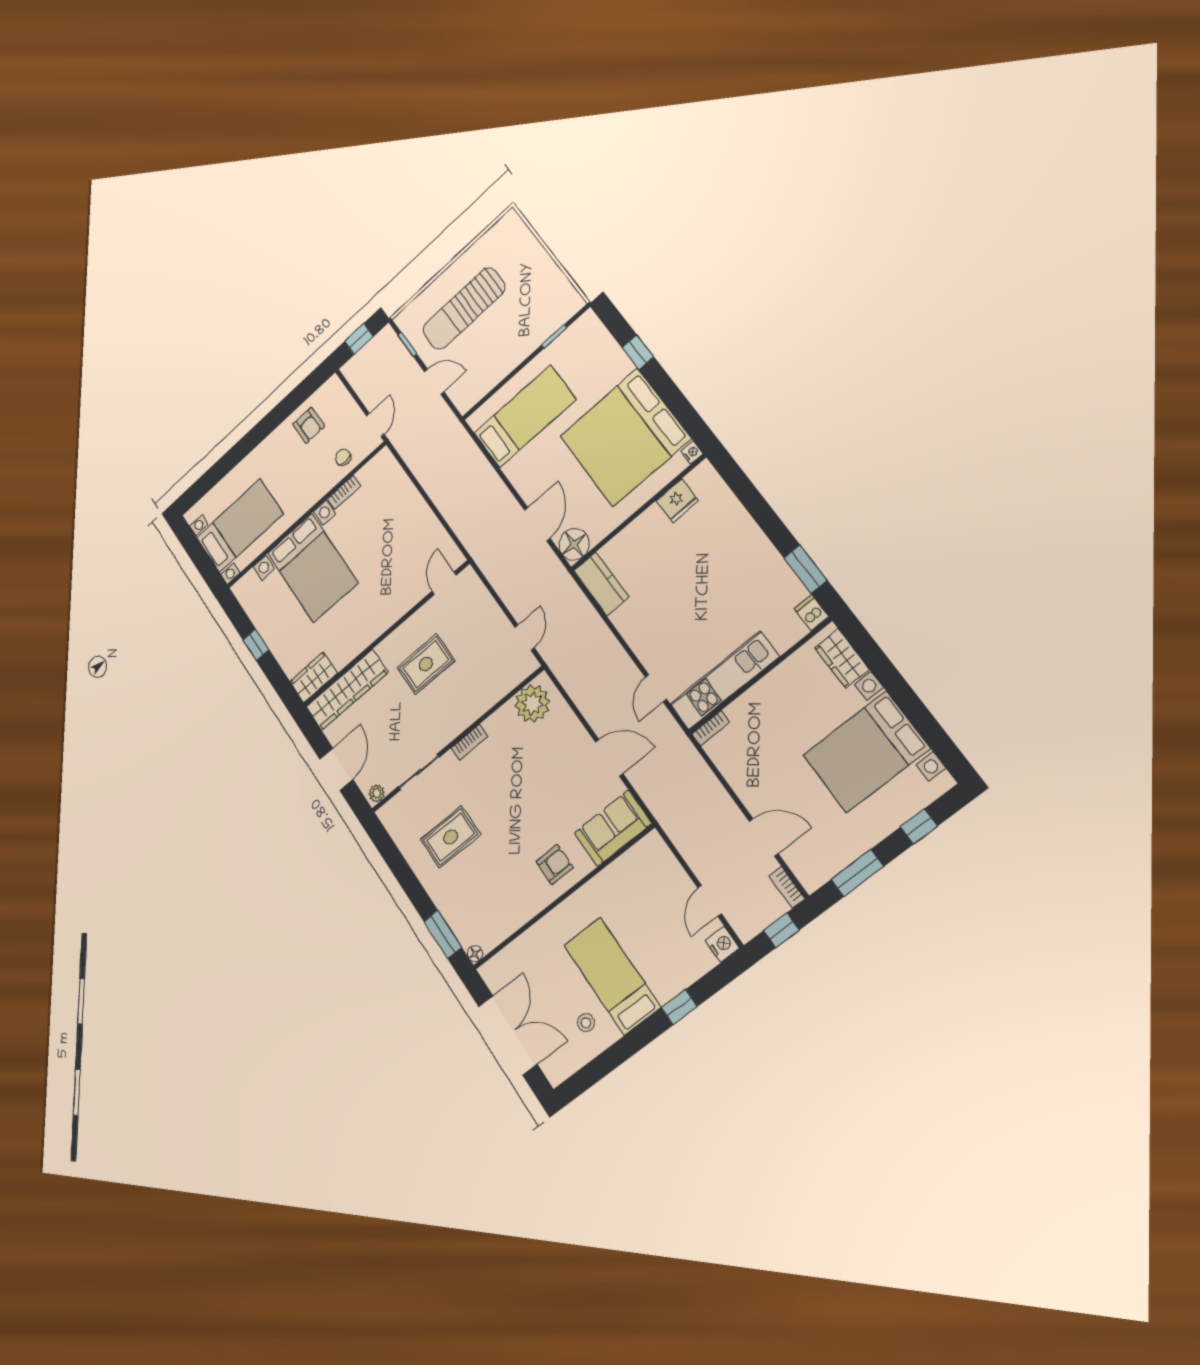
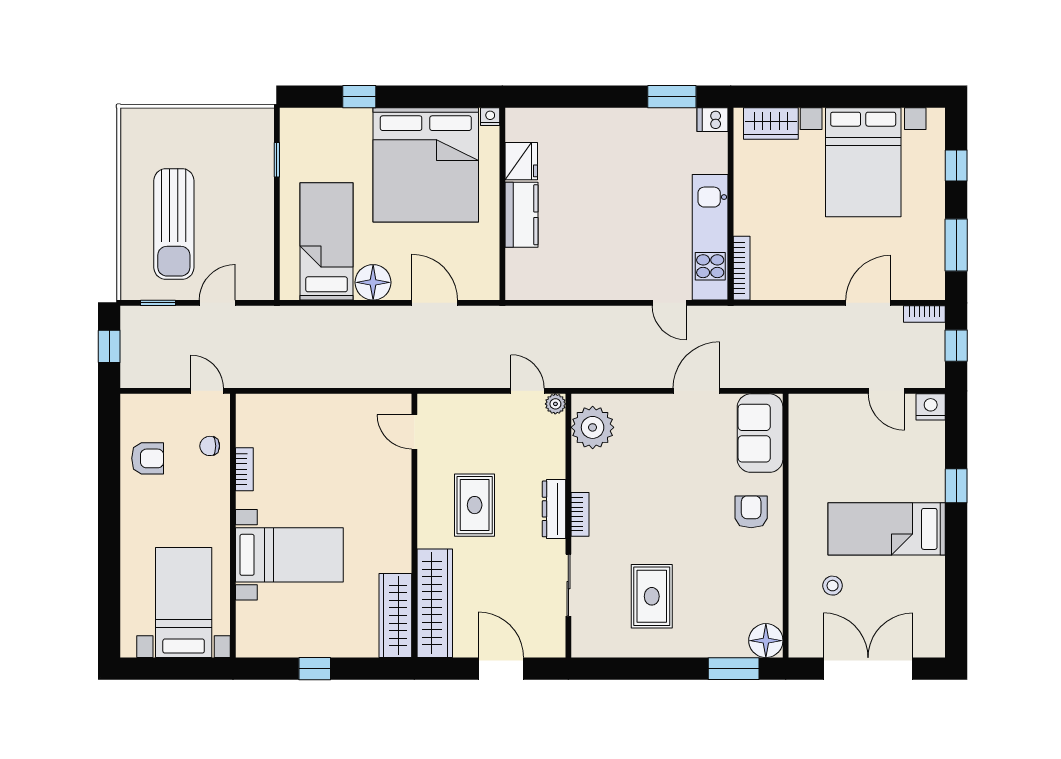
floor lamp: (574, 544) -> (373, 282), moved
bed with nightstands: (312, 568) -> (289, 555), width x0.73
kitchen counter: (601, 584) -> (522, 215), moved, turned 90
wardrobe: (314, 677) -> (395, 616), width x1.50
dresser: (461, 721) -> (554, 509), added
bookcase: (711, 728) -> (742, 268), width x1.56
plant: (377, 793) -> (555, 404), moved
floor lamp: (475, 954) -> (766, 641), width x1.89, depth x1.89
stool: (586, 1023) -> (833, 586), moved

